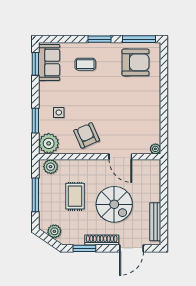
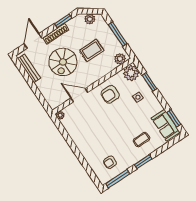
armchair: (136, 62) -> (110, 162), width x0.53, depth x0.53
armchair: (87, 135) -> (110, 94), turned 114
rug: (75, 196) -> (92, 50), turned 90
spiral stairs: (114, 204) -> (63, 62), turned -90

